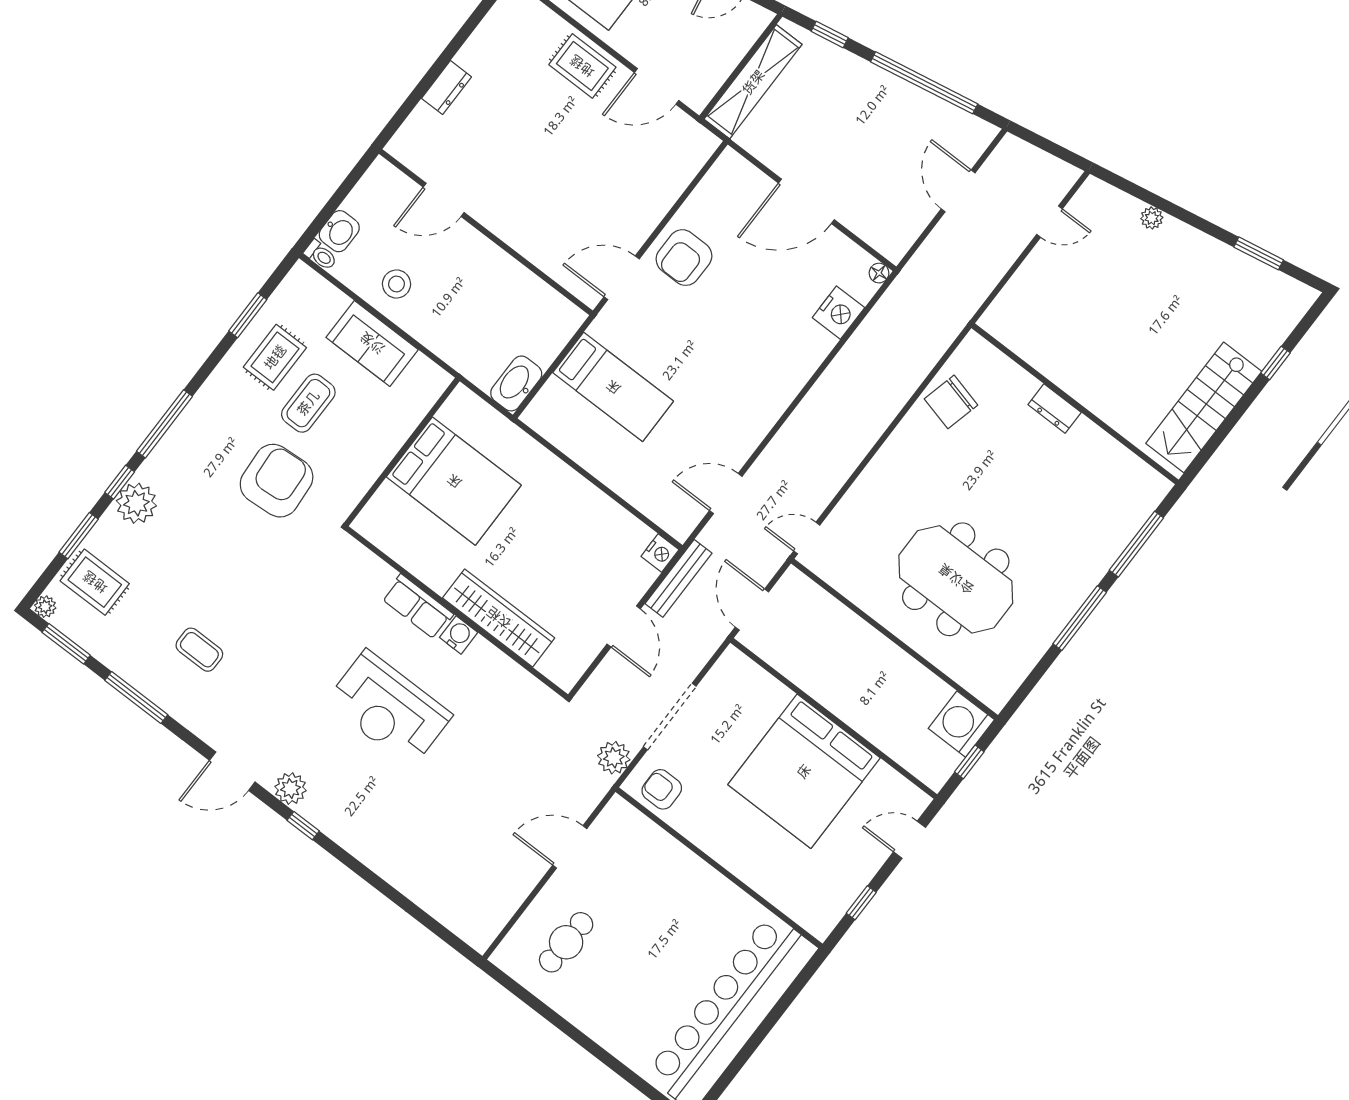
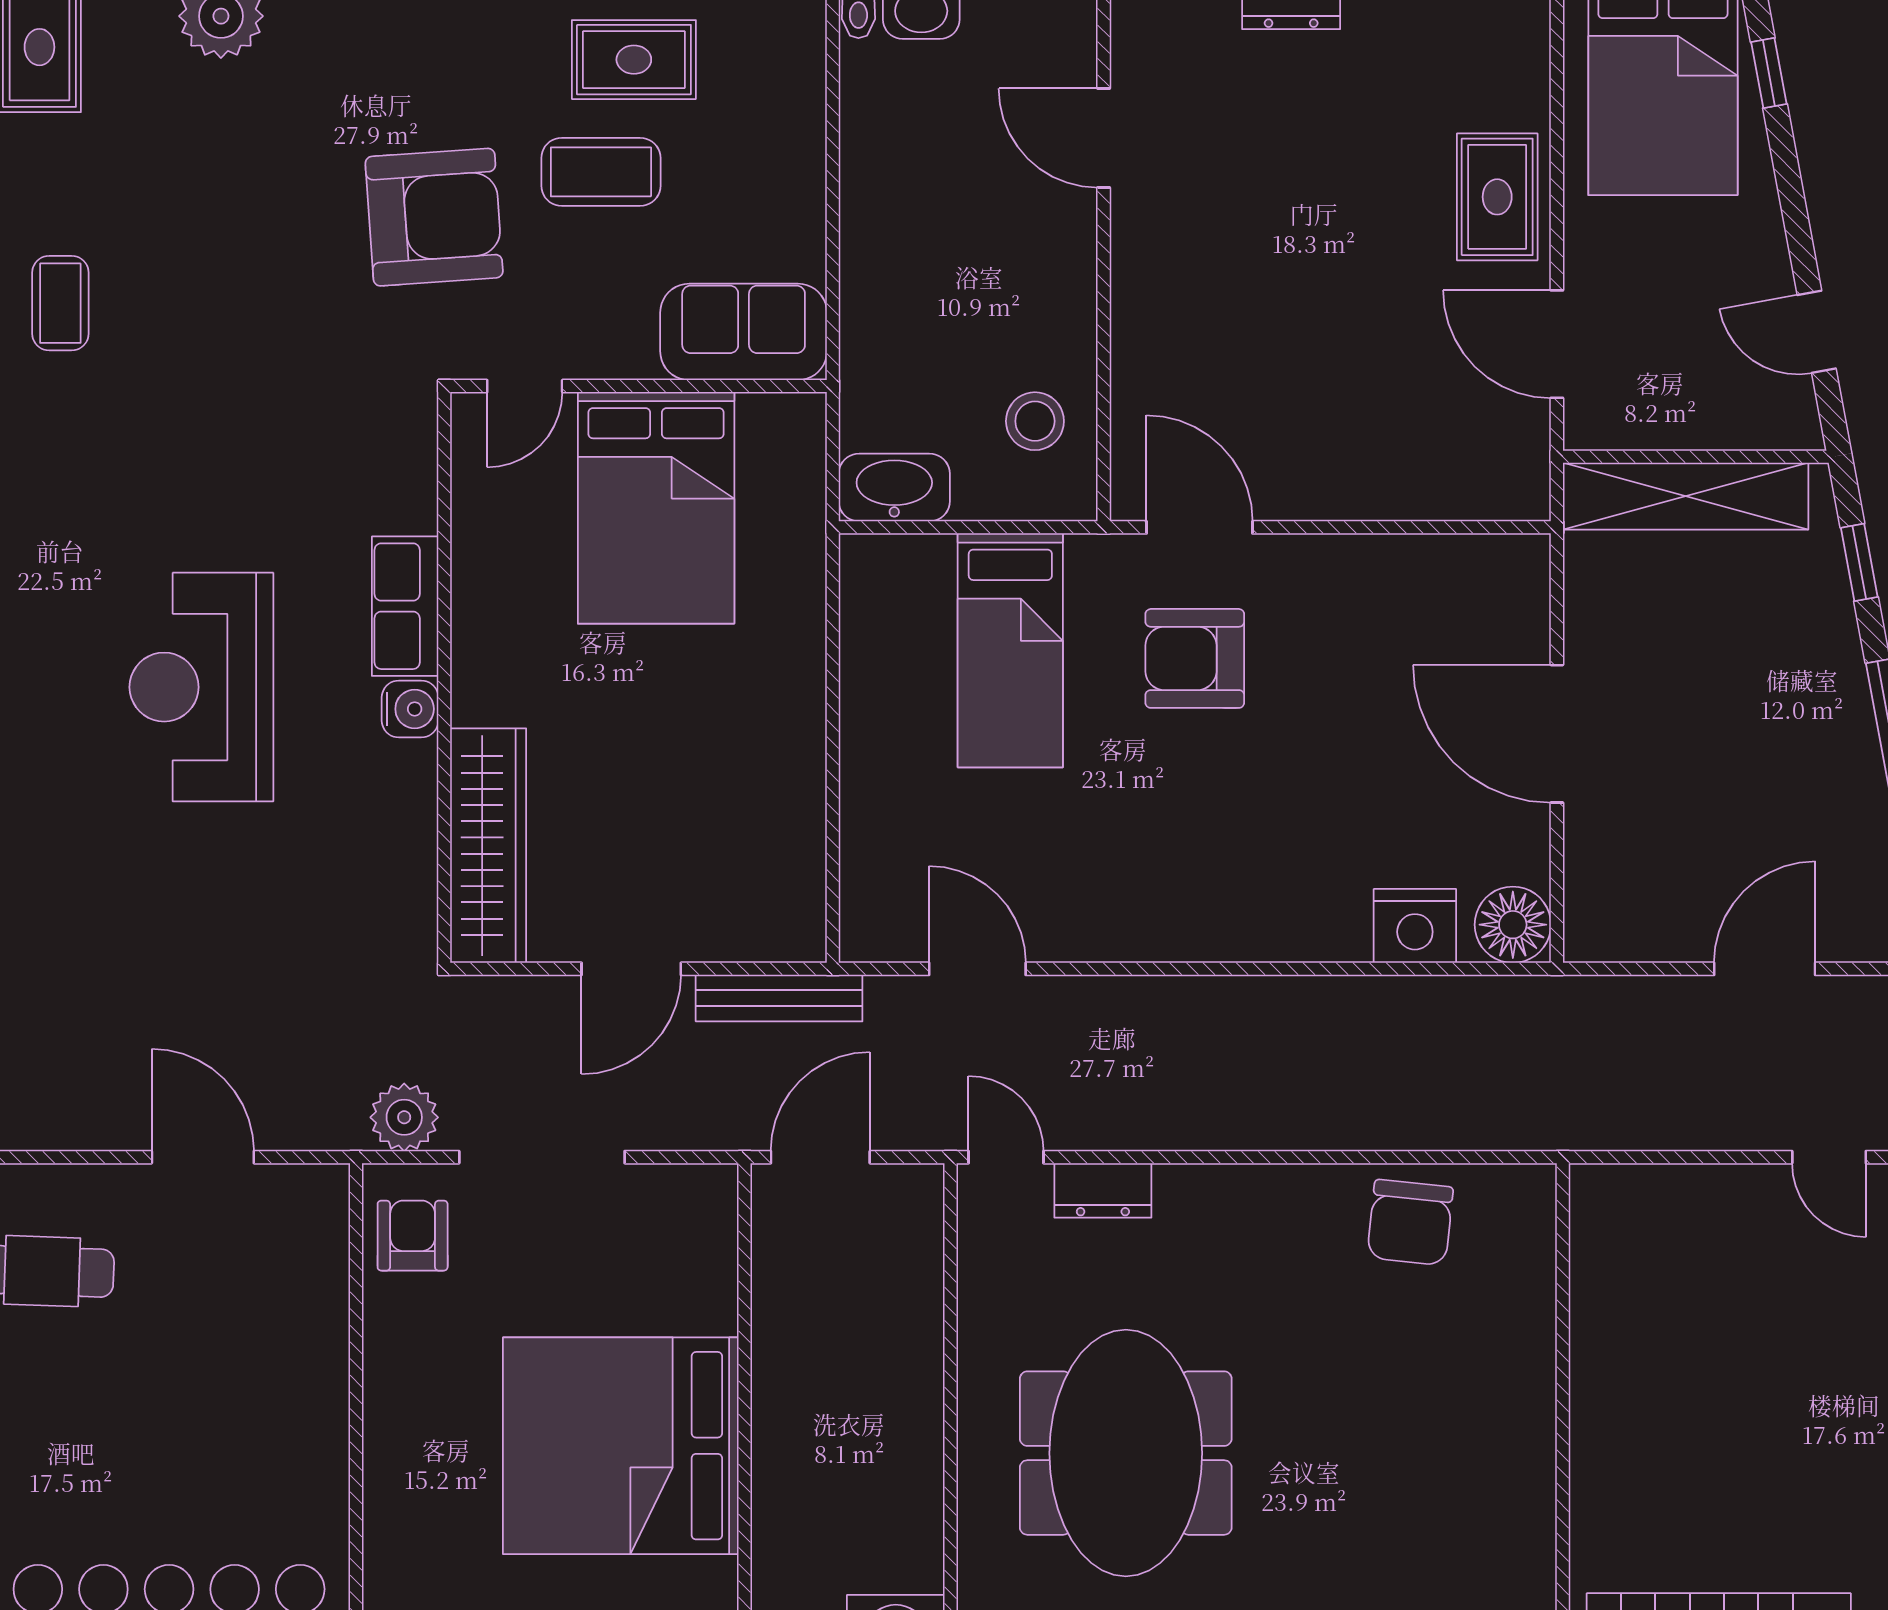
armchair: (684, 258) -> (1195, 658), moved
floor lamp: (879, 273) -> (1513, 925), width x1.89, depth x1.89
stool: (397, 284) -> (1035, 421), moved
sofa: (372, 343) -> (744, 332), moved, turned 90
chair: (951, 402) -> (1410, 1222), turned -98
dresser: (1055, 408) -> (1103, 1190), moved, turned -90
door: (368, 496) -> (525, 386), added
nightstand: (660, 553) -> (797, 936), removed
wardrobe: (499, 618) -> (488, 846), moved

